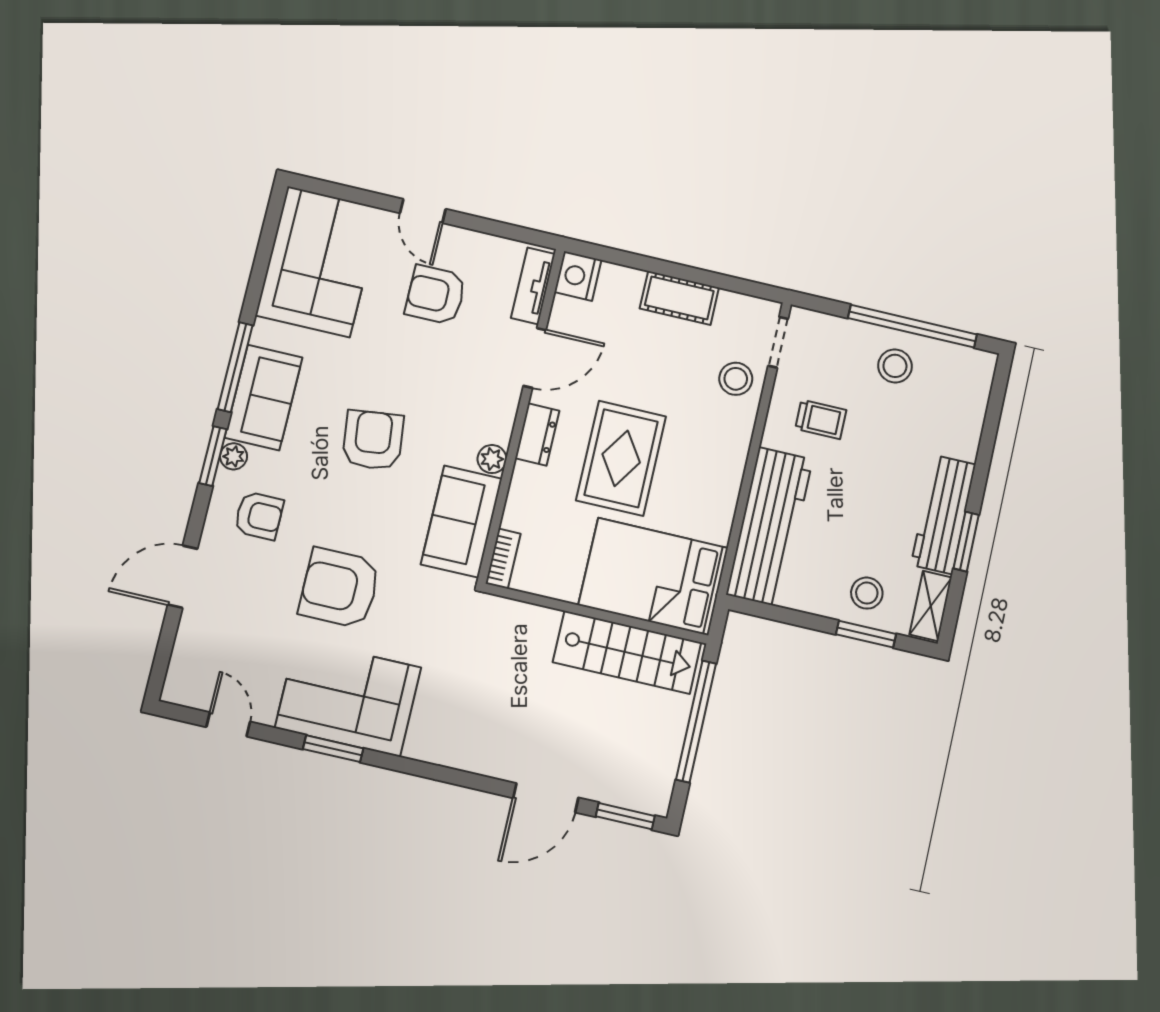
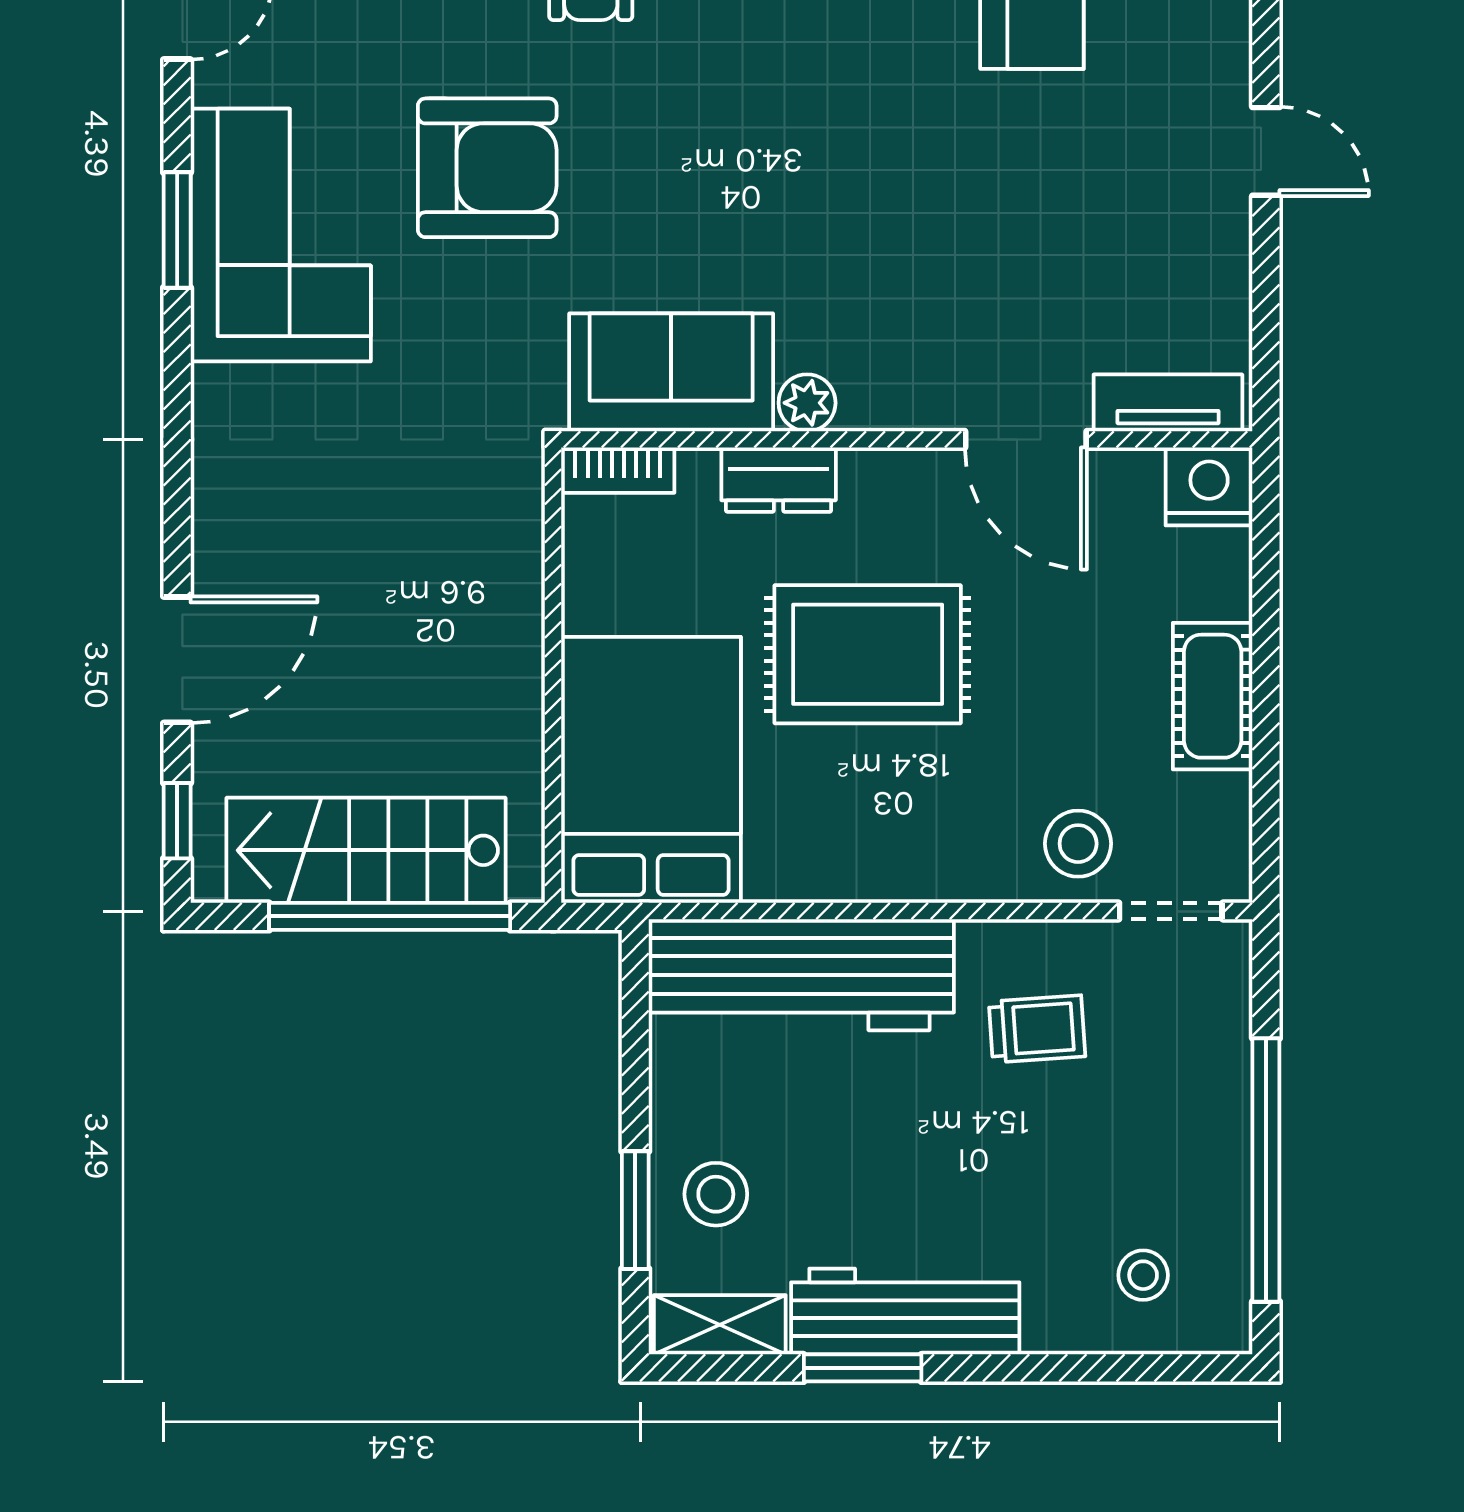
door: (423, 211) -> (1266, 151), swing flipped
armchair: (436, 295) -> (1105, 216), removed
stool: (895, 366) -> (1143, 1275), moved, width x0.73, depth x0.73
trolley: (821, 419) -> (1037, 1029), turned -94
dresser: (537, 434) -> (779, 480), moved
armchair: (373, 440) -> (790, 163), removed
armchair: (340, 588) -> (487, 168), turned 90
stairs: (627, 652) -> (366, 850), moved, turned 90
door: (546, 798) -> (177, 660), swing flipped
window: (625, 816) -> (177, 821), width x0.67

